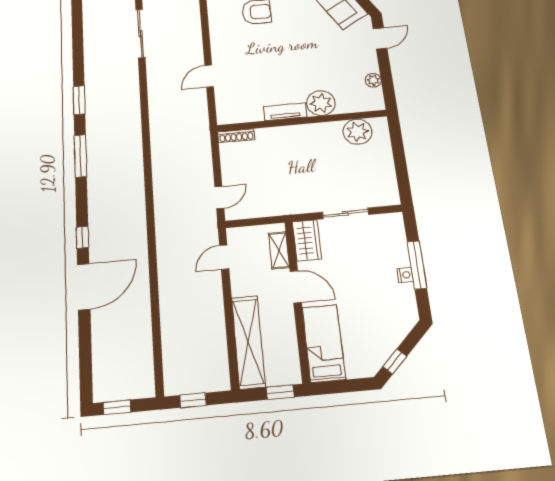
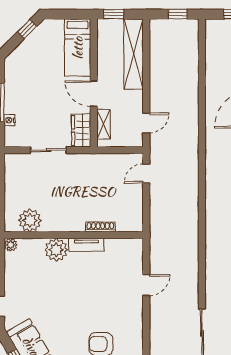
plant: (373, 80) -> (11, 245), moved
shoe rack: (236, 136) -> (100, 227), moved
nightstand: (405, 275) -> (10, 120), moved

